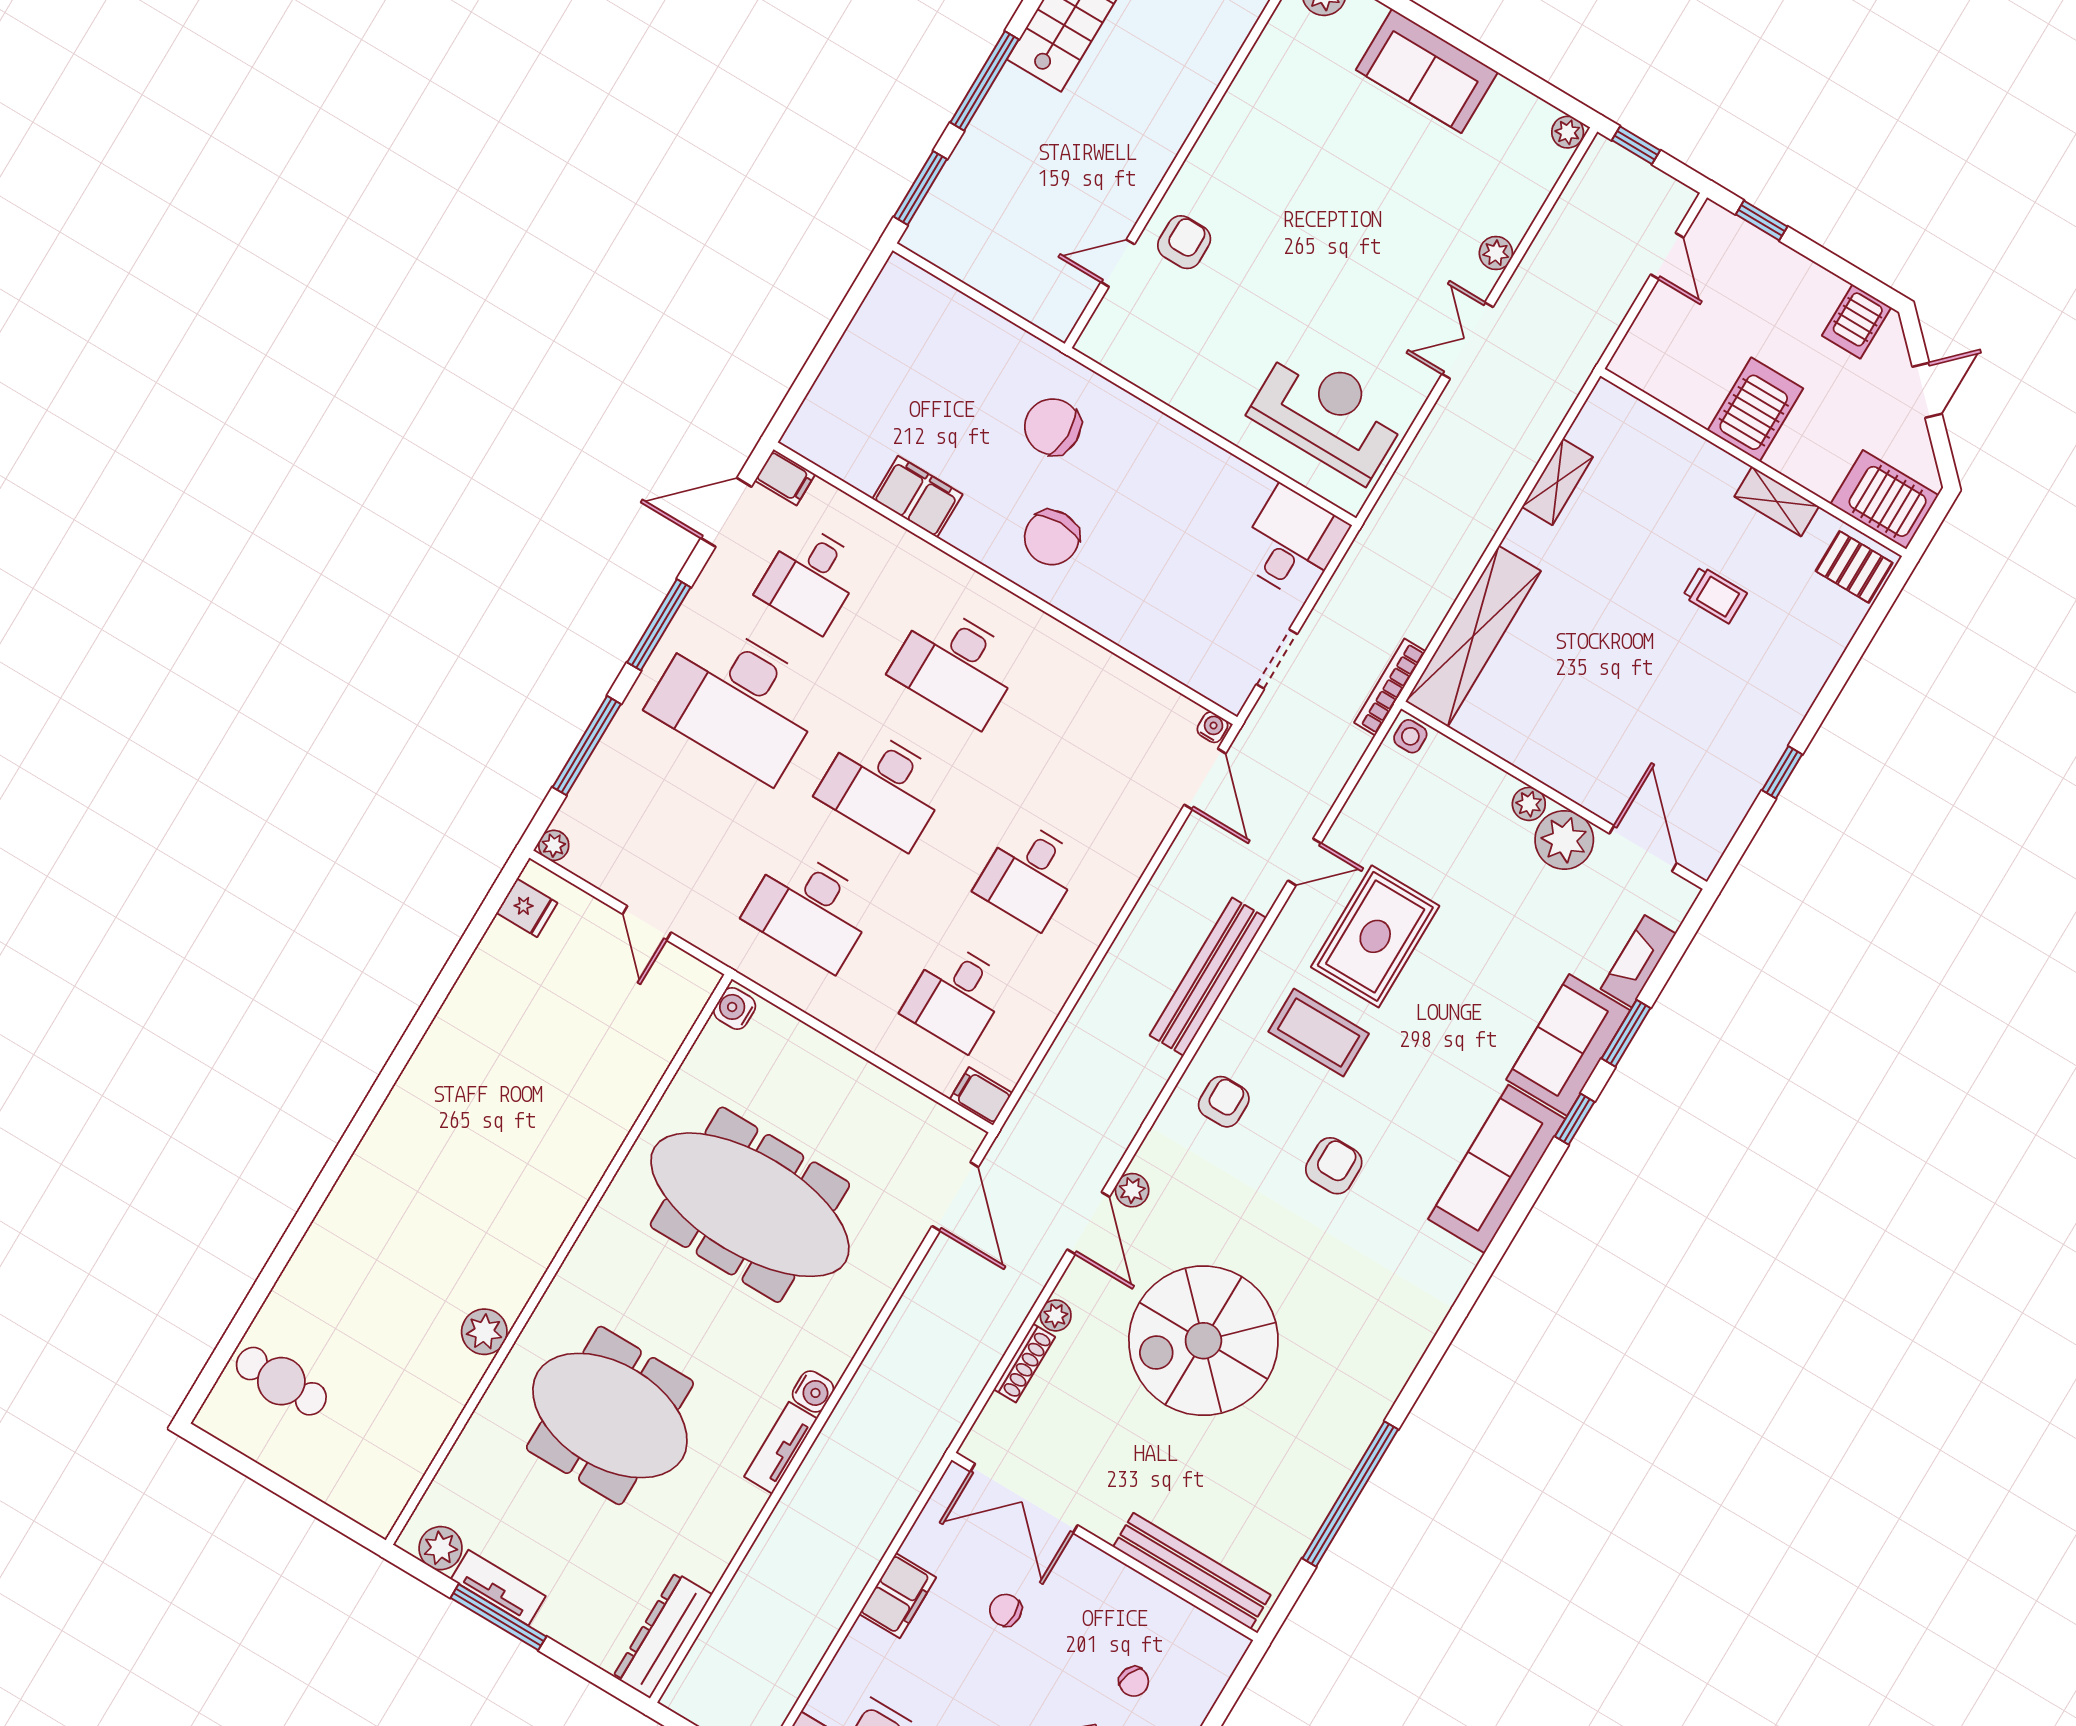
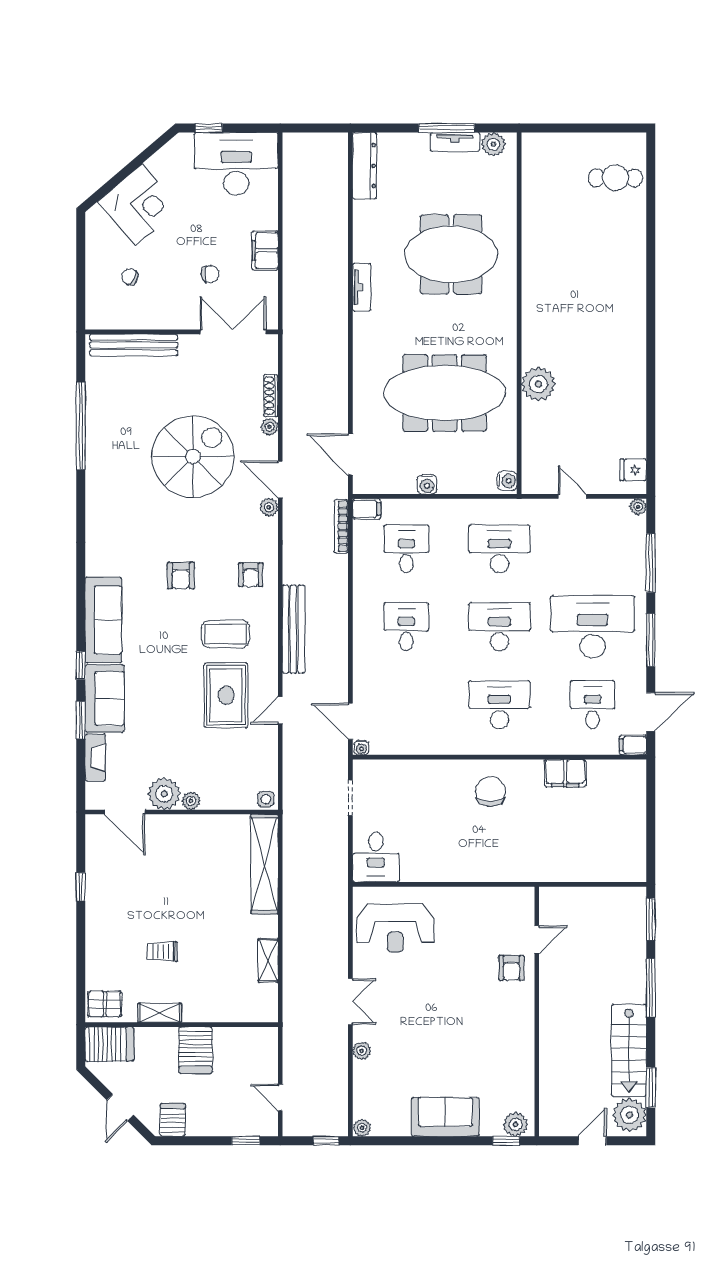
chair: (1053, 427) -> (521, 844), removed
bookcase: (1390, 687) -> (341, 526), moved, turned 180
plant: (484, 1332) -> (538, 384), moved, width x1.36, depth x1.36
water cooler: (813, 1391) -> (427, 484), moved, turned -90

